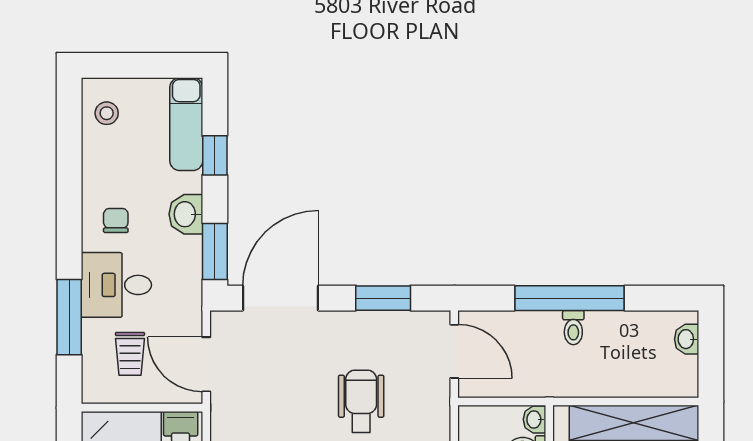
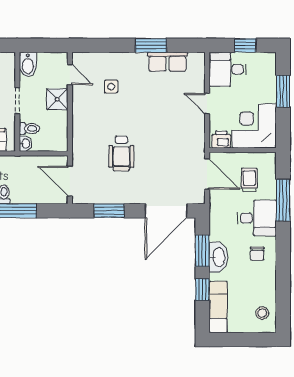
washbasin: (186, 214) -> (218, 257), width x1.38
window: (215, 251) -> (202, 251), moved

